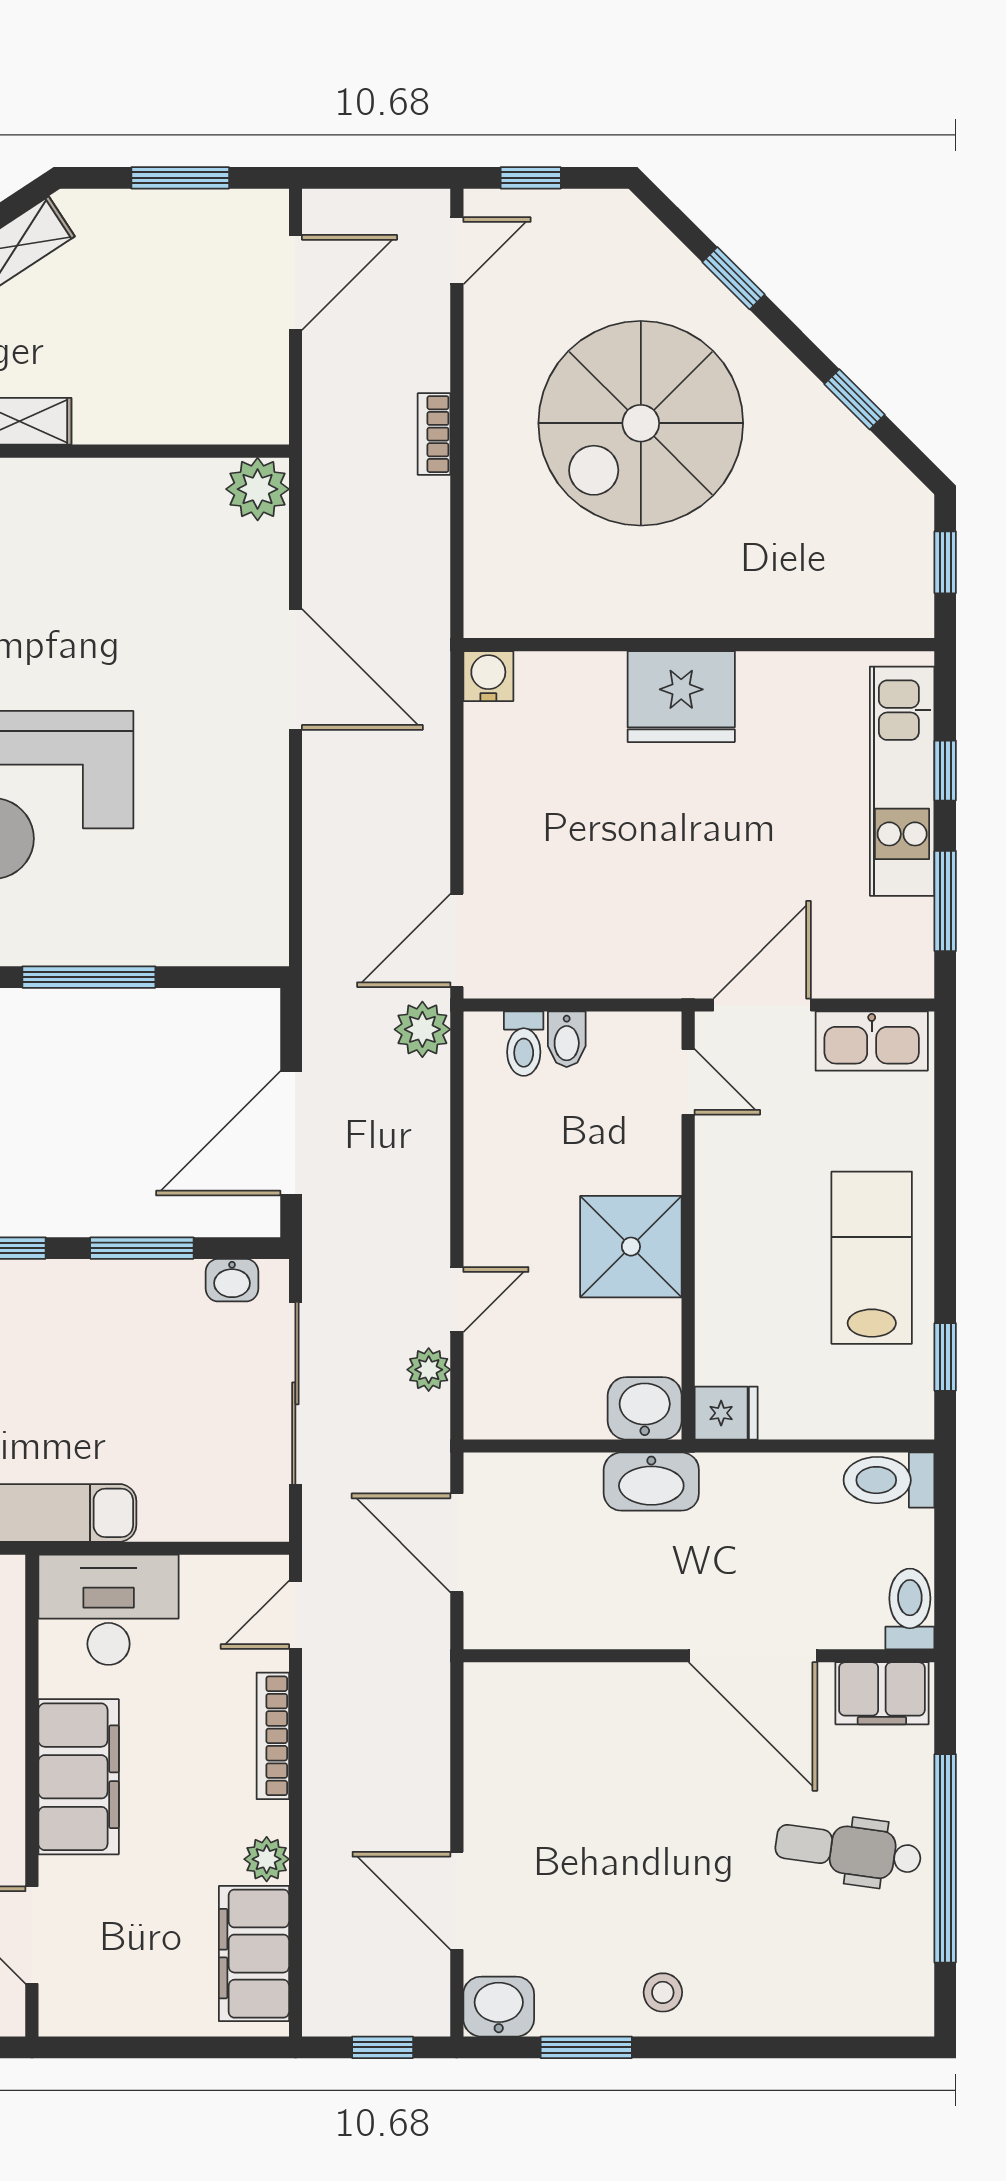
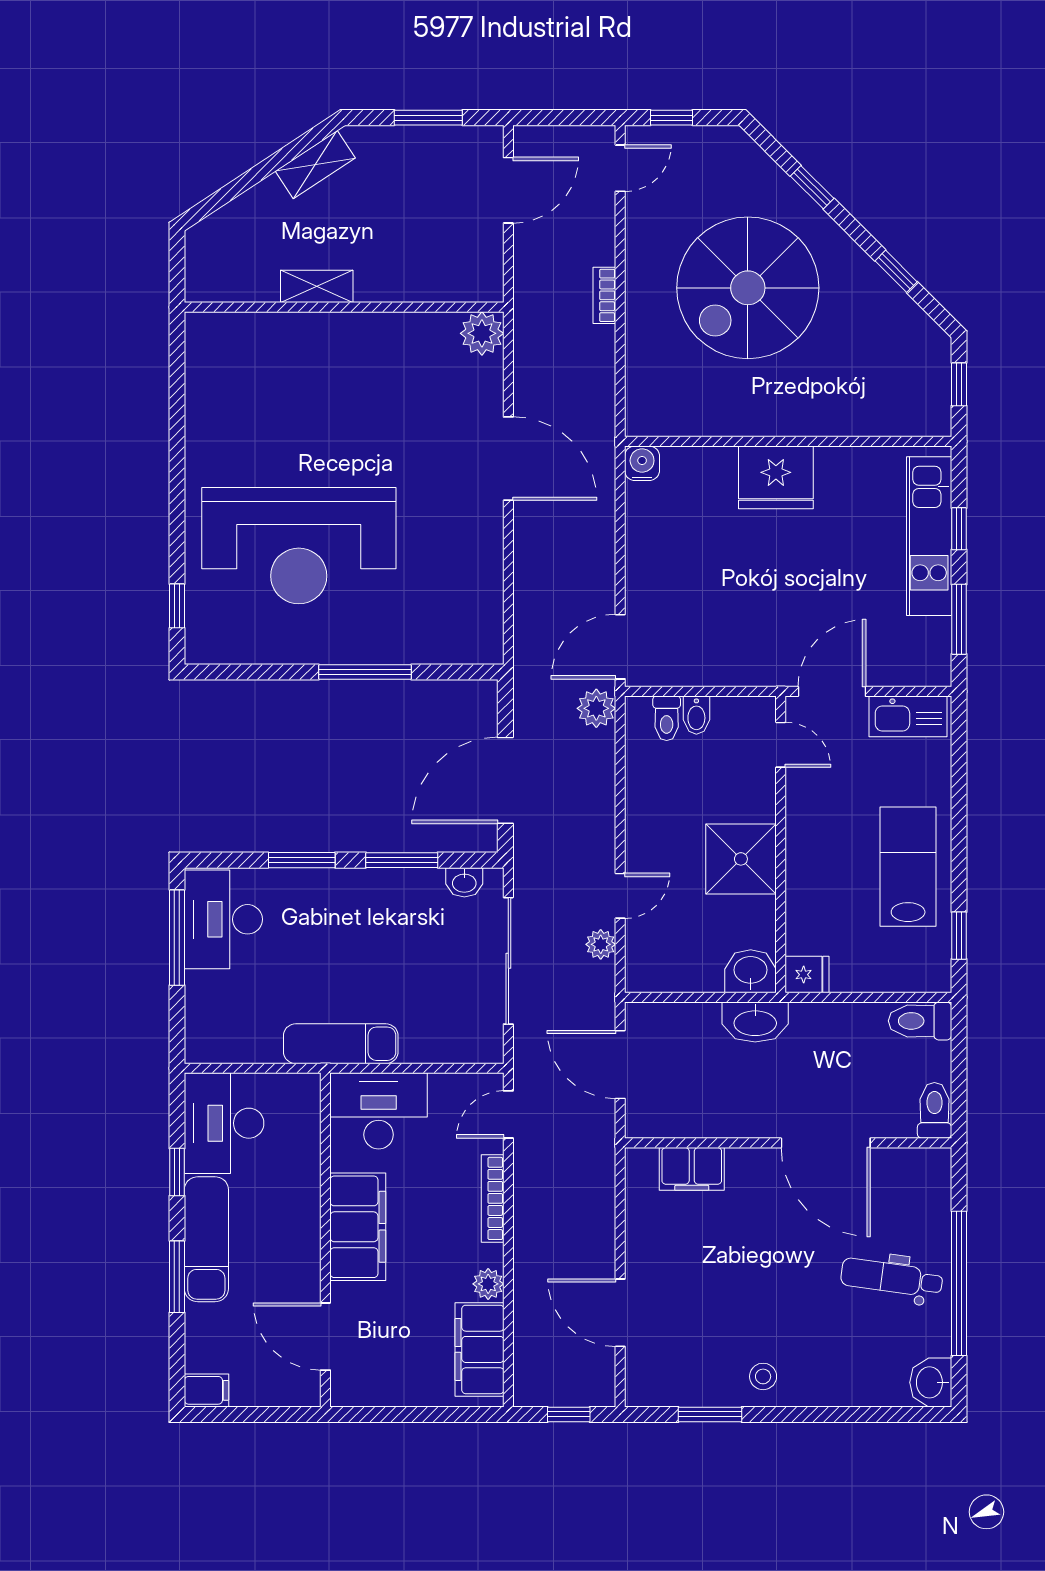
filing cabinet: (882, 1693) -> (692, 1169), moved
washbasin: (499, 2007) -> (931, 1382), moved, turned -90

